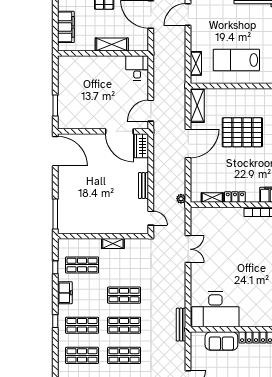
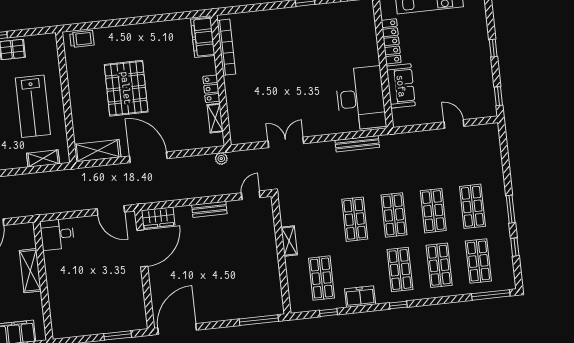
bench: (181, 325) -> (357, 144), moved

